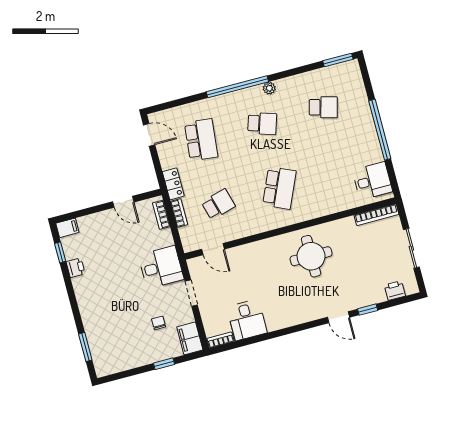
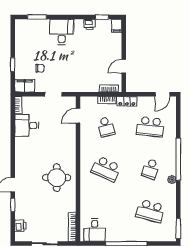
school desk: (323, 107) -> (150, 211), width x1.85
desk: (161, 267) -> (62, 32), moved, turned 180

